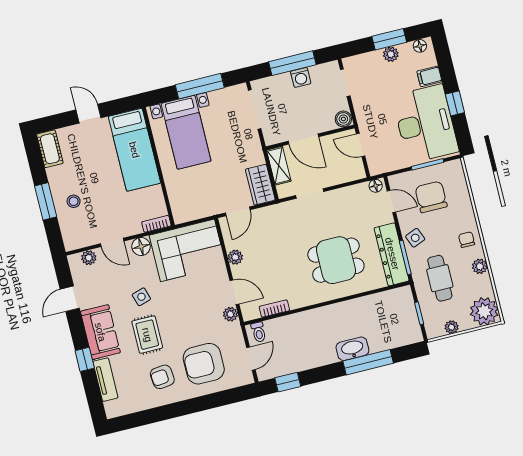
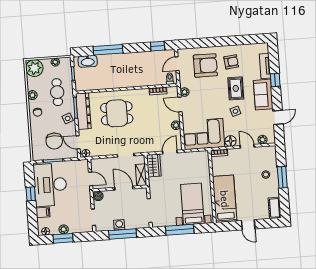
washbasin: (352, 349) -> (88, 61), moved

